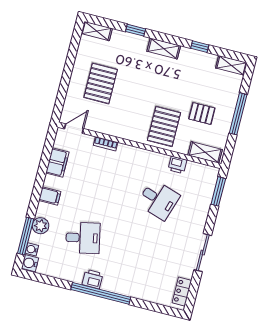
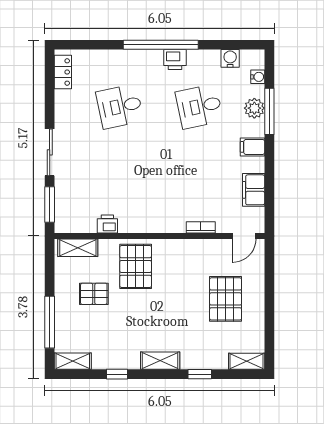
window: (238, 114) -> (50, 322), moved
desk: (158, 200) -> (120, 107), moved, turned -30
window: (26, 236) -> (269, 111), moved
sliding door: (203, 253) -> (50, 152), moved
water cooler: (30, 263) -> (230, 58), moved, turned -90

